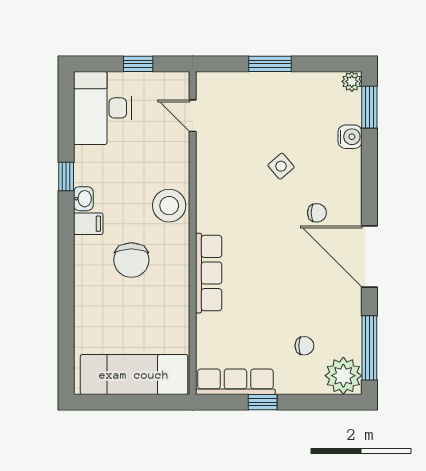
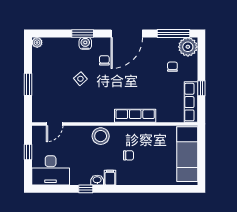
window: (369, 107) -> (83, 33), moved
water cooler: (350, 137) -> (85, 43), moved
chair: (131, 260) -> (129, 155), width x0.54, depth x0.54

